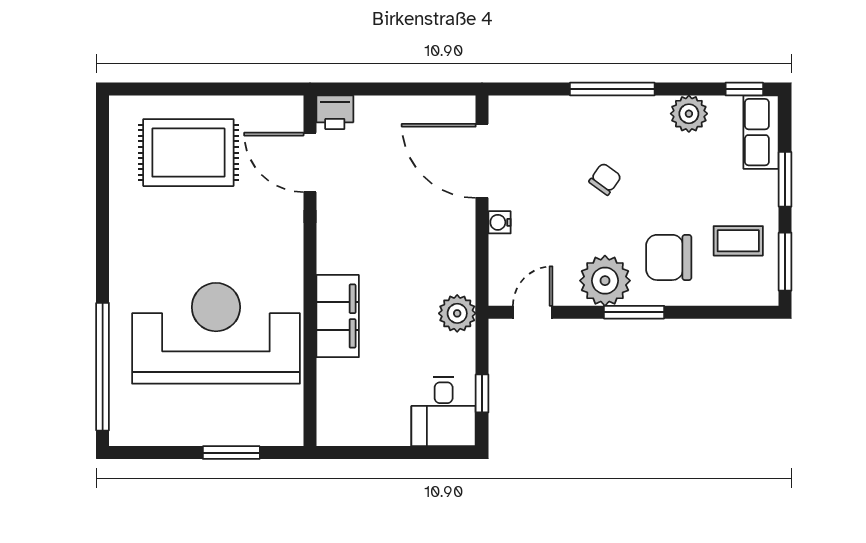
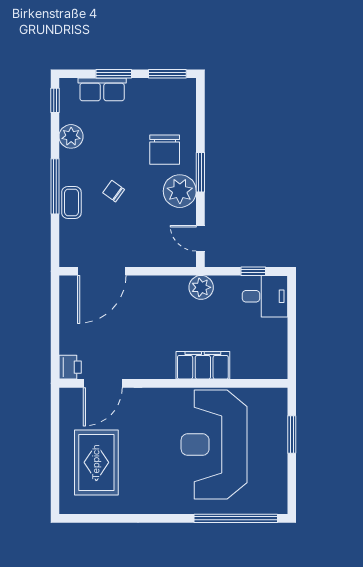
row of seats: (761, 132) -> (102, 89), moved
water cooler: (500, 222) -> (142, 260), removed
coffee table: (738, 241) -> (71, 203), moved

